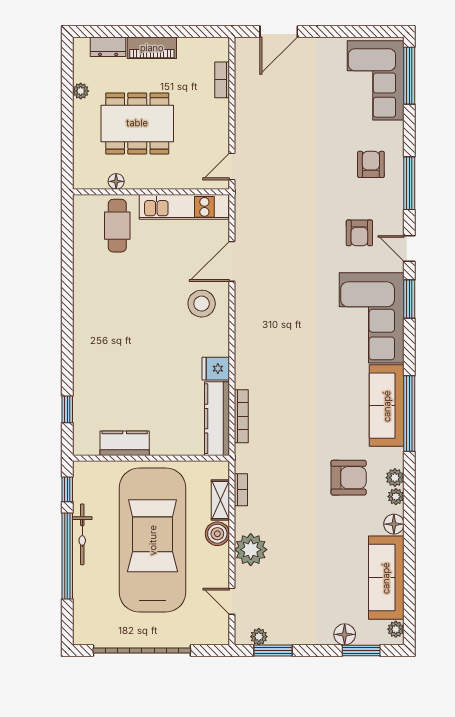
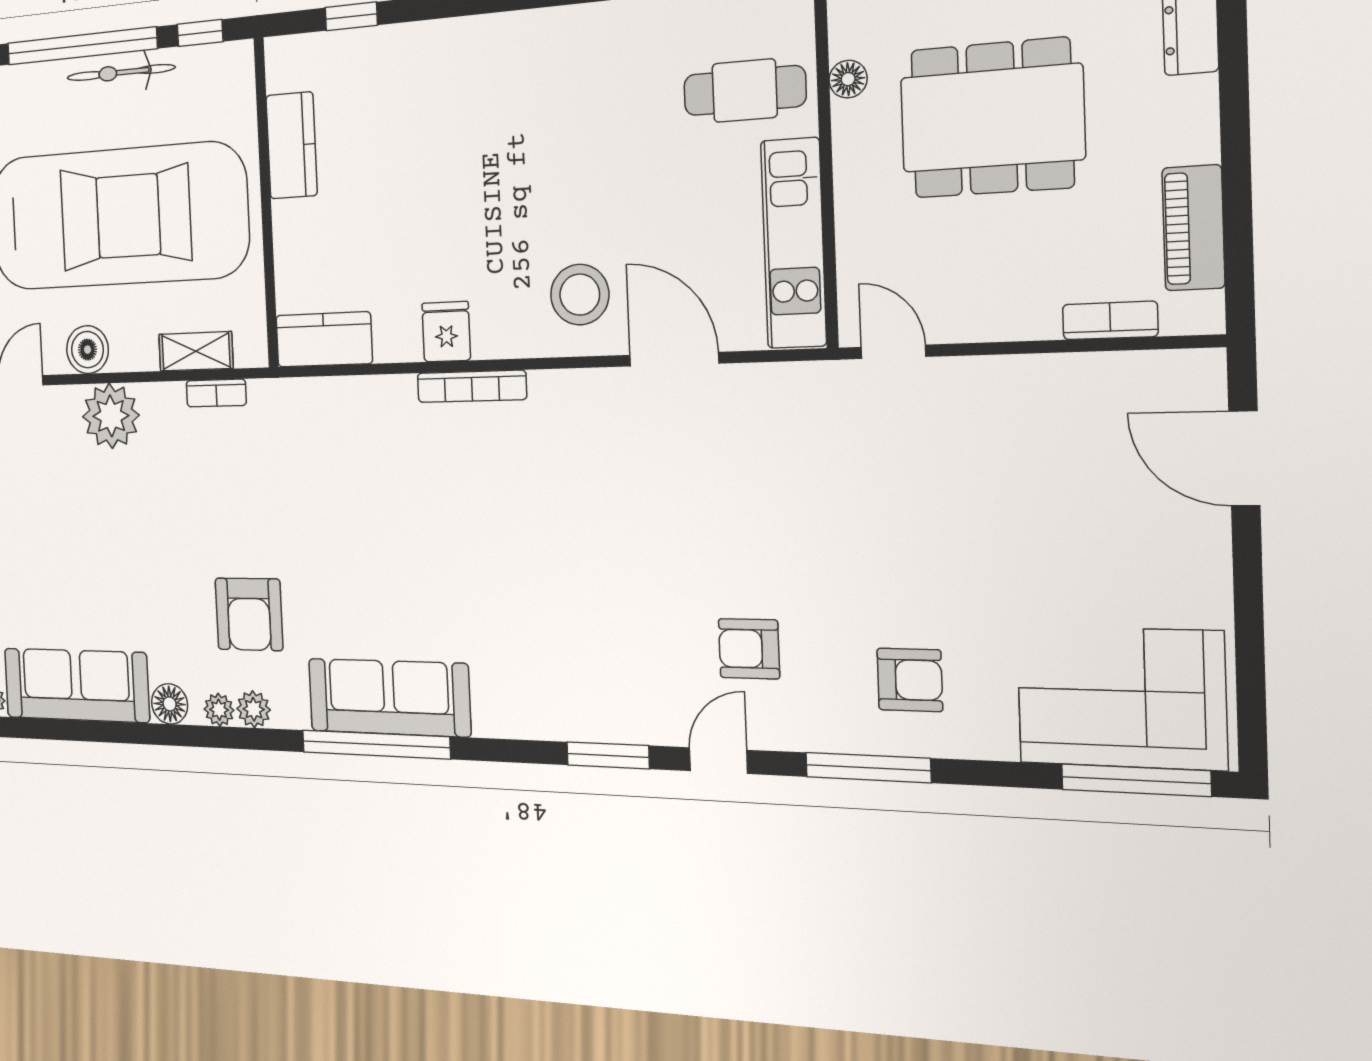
piano: (152, 48) -> (1193, 228), moved
dining table: (137, 123) -> (992, 118), turned 90
corner sofa: (372, 318) -> (565, 671), removed
bookcase: (241, 416) -> (472, 386), moved
kitchen counter: (217, 419) -> (324, 339), width x0.67
boiler: (217, 534) -> (88, 350), moved

